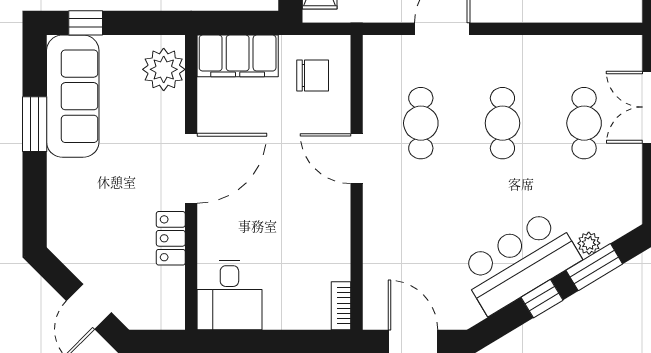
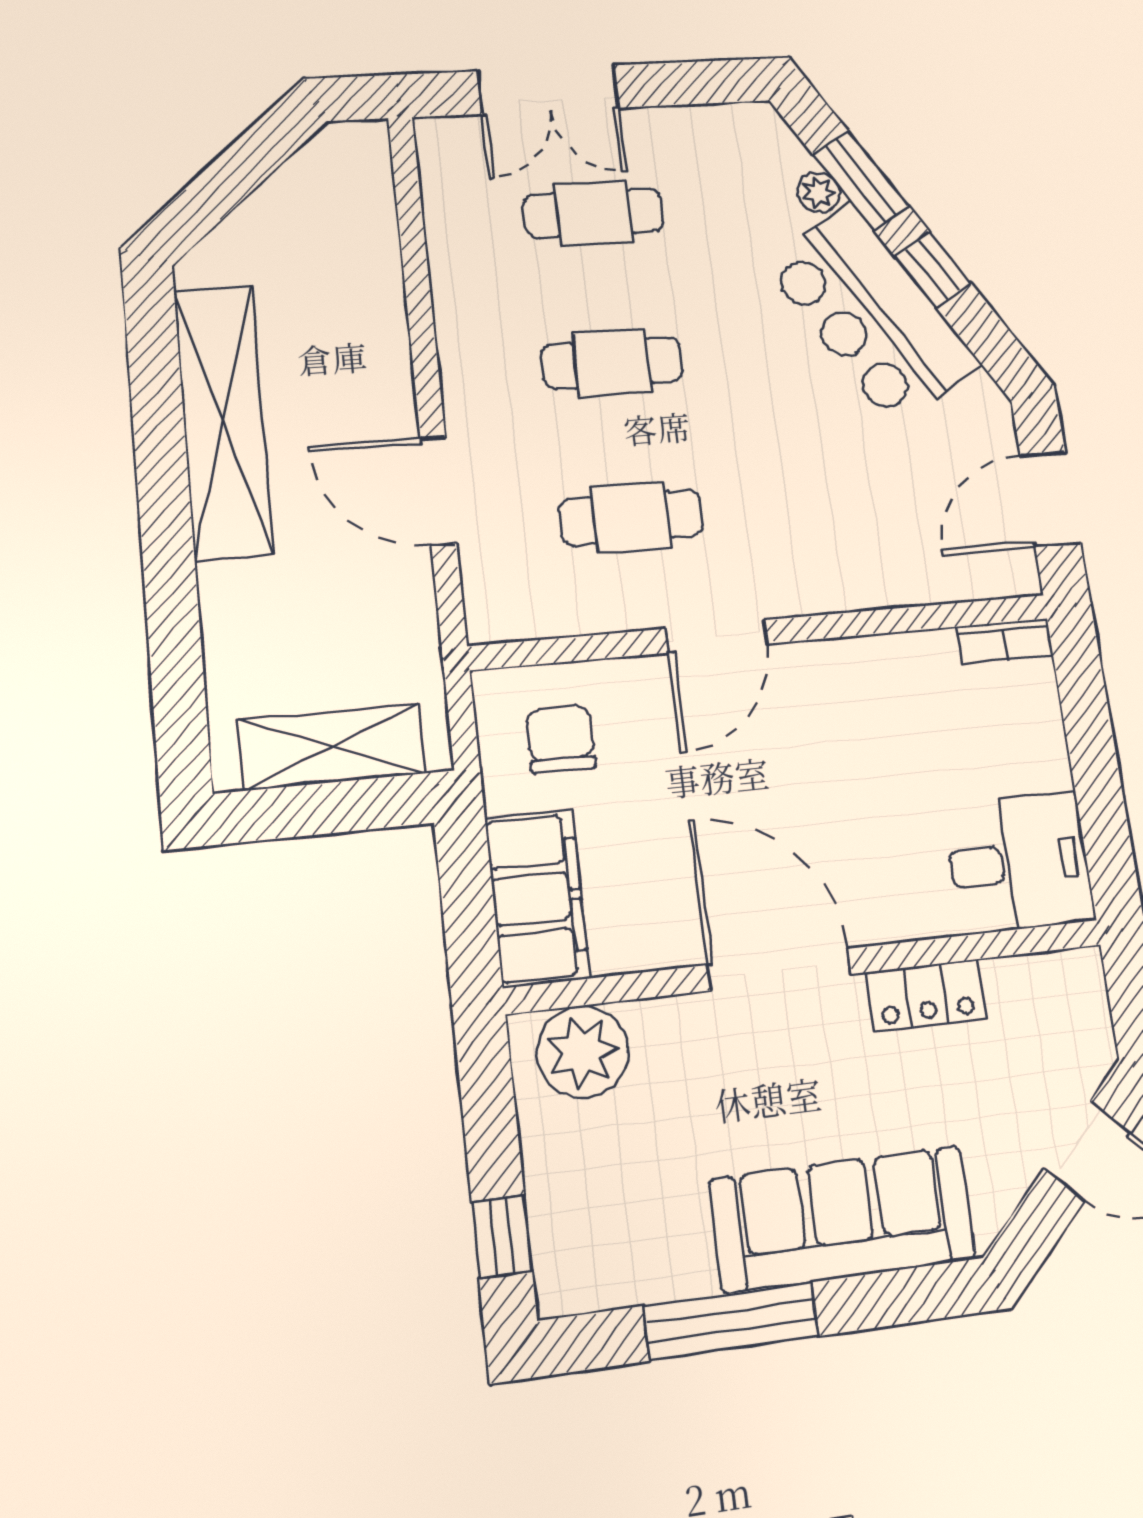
sofa: (73, 96) -> (843, 1219), moved
window: (35, 124) -> (731, 1321), width x1.44

